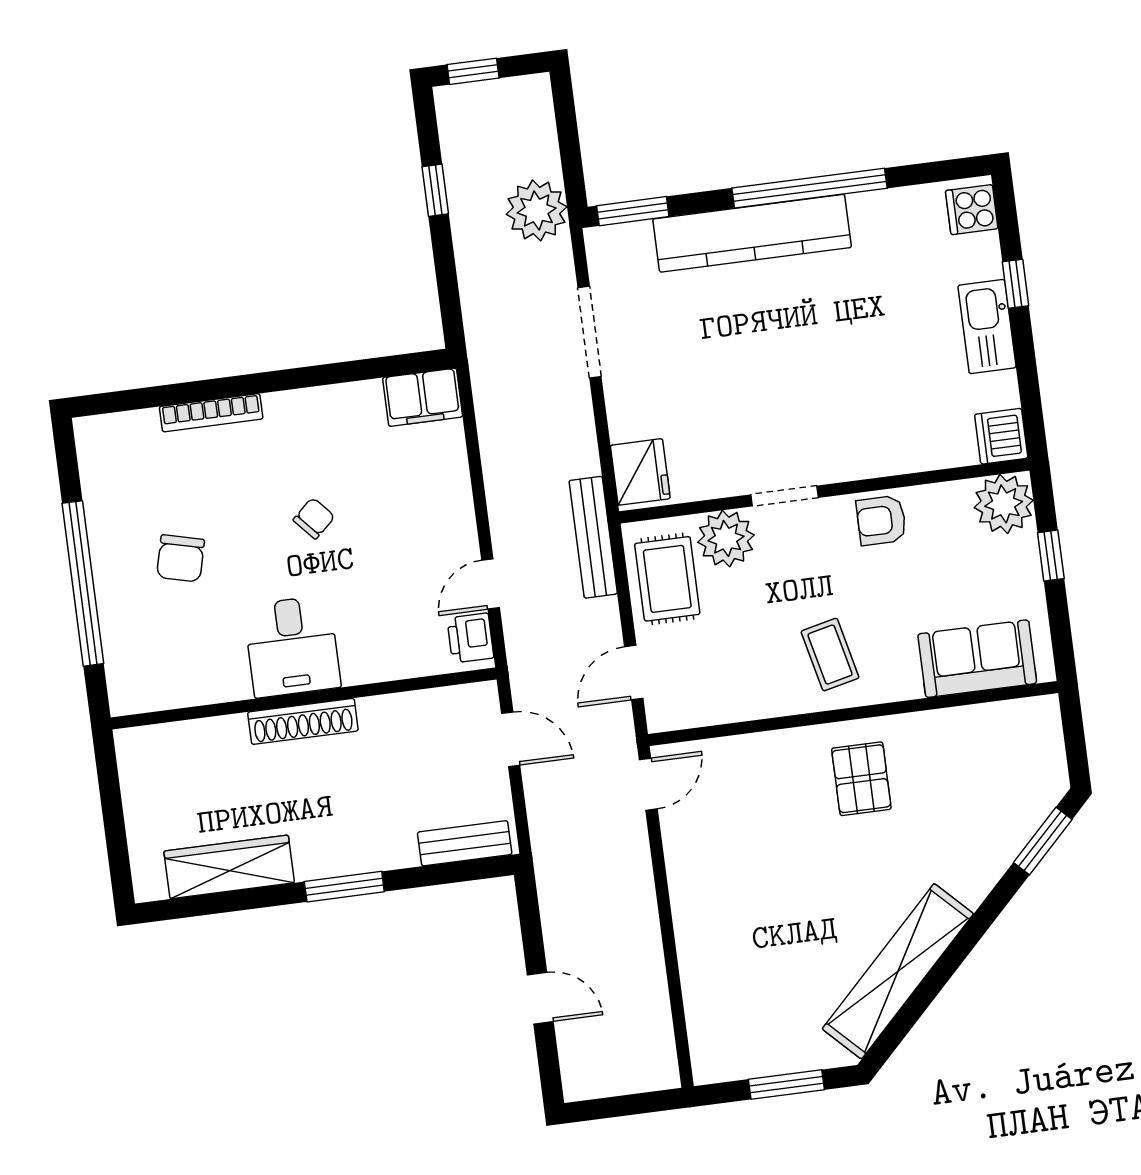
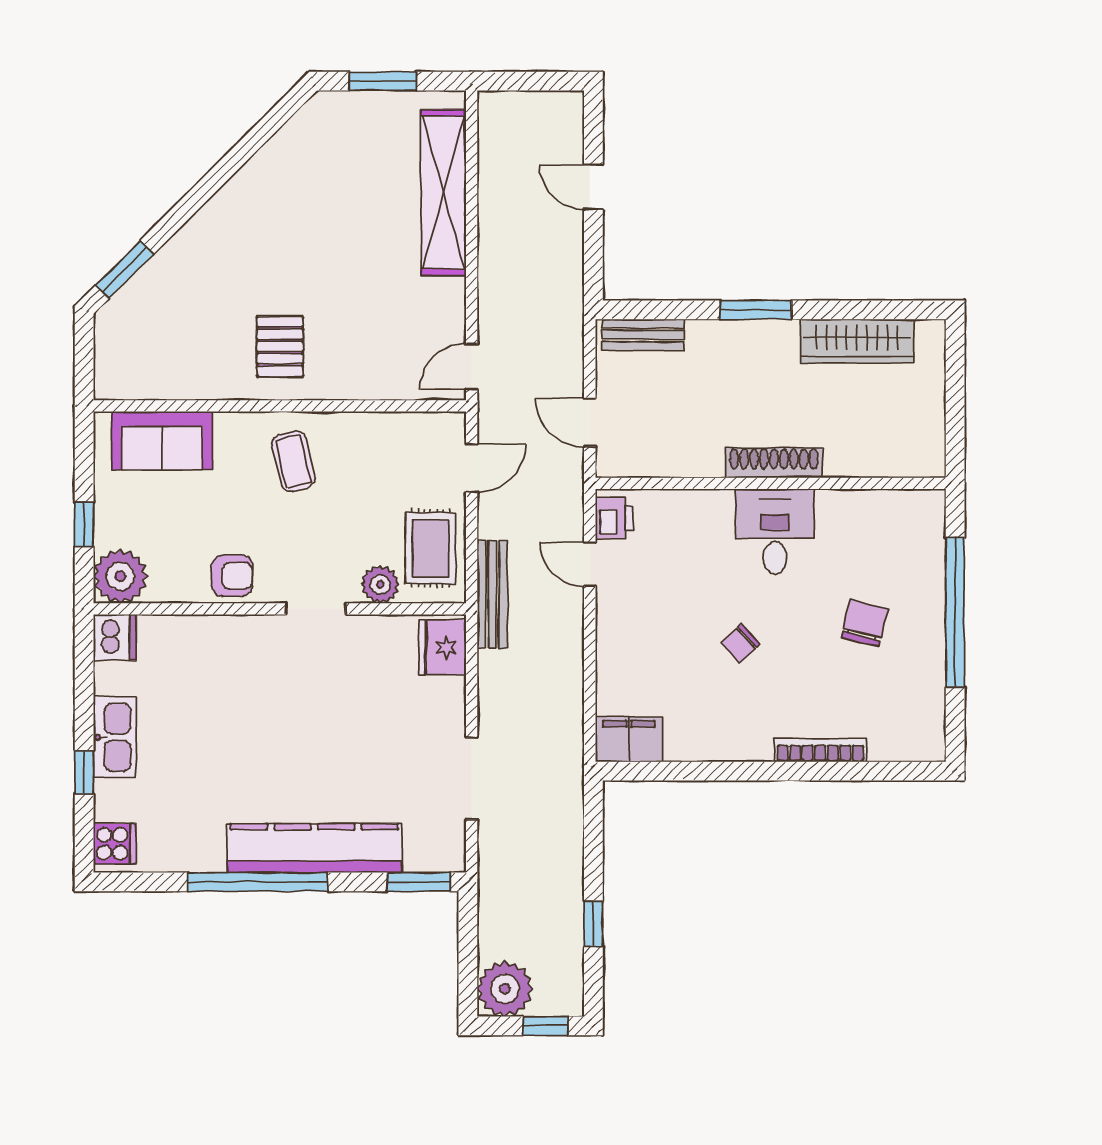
plant: (537, 210) -> (505, 989), moved
plant: (726, 539) -> (380, 584), width x0.73, depth x0.73
door: (491, 584) -> (590, 564), swing flipped
shelving: (898, 971) -> (443, 193), moved, turned -45

